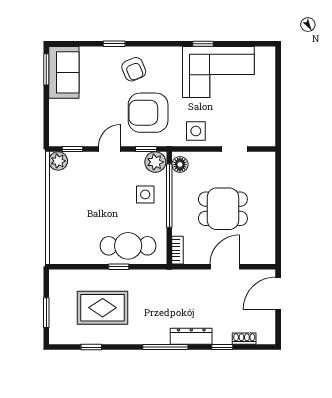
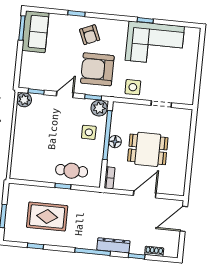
floor lamp: (180, 164) -> (115, 142), moved
cafe table: (128, 246) -> (72, 171), width x0.73, depth x0.74

